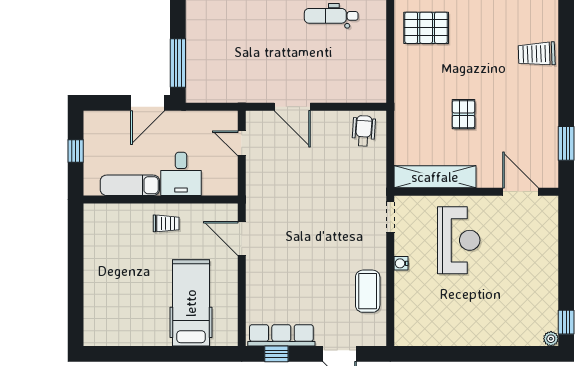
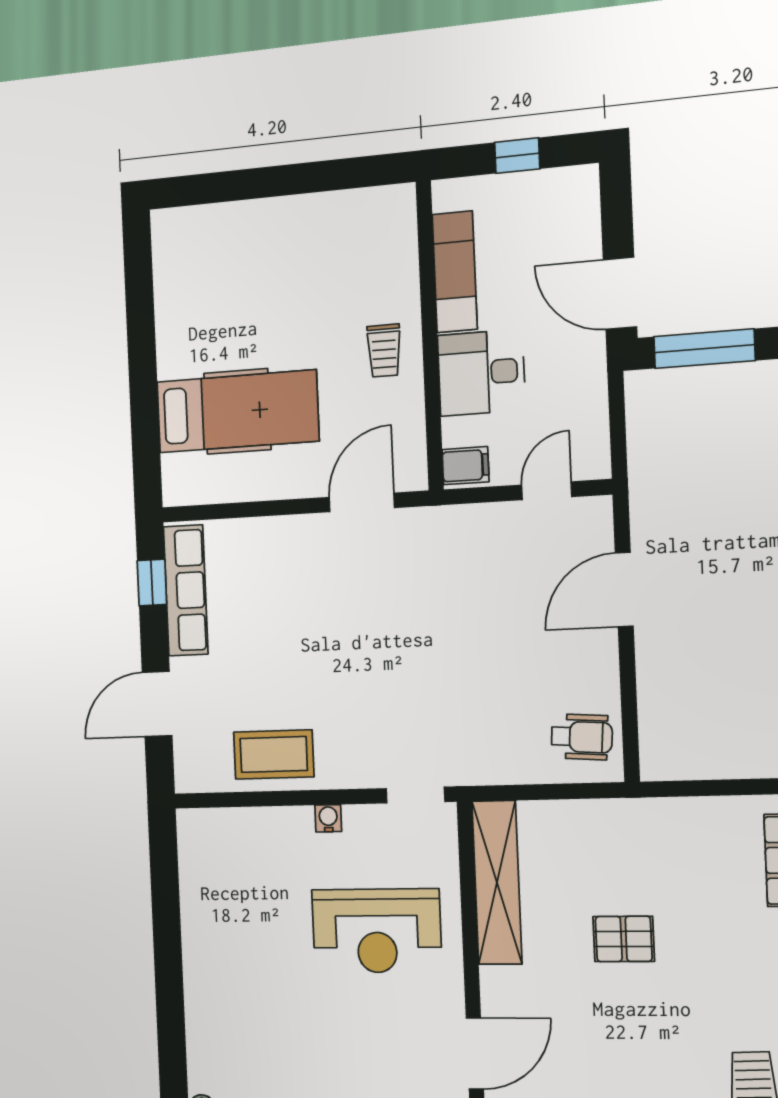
filing cabinet: (227, 184) -> (465, 466), added

